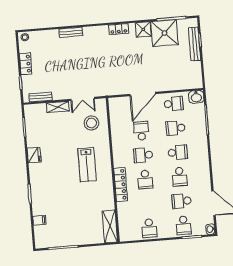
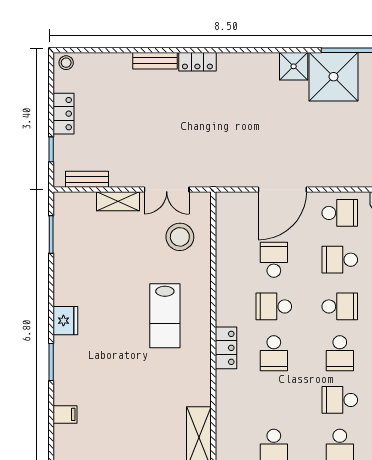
locker: (119, 29) -> (197, 62), moved
fridge: (34, 155) -> (65, 321), moved
locker: (121, 184) -> (226, 348), width x0.66

